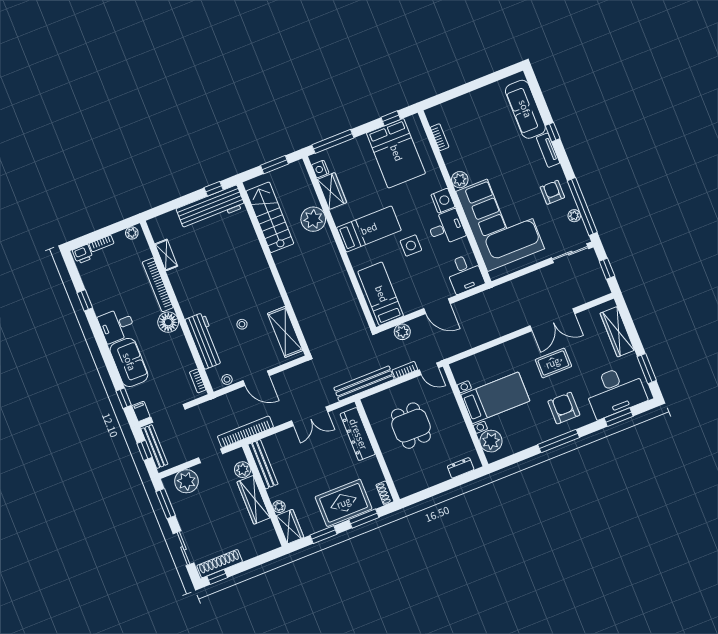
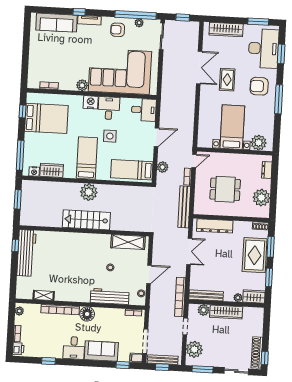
stairs: (270, 217) -> (86, 220), moved
plant: (313, 219) -> (89, 192), moved
plant: (422, 477) -> (261, 198), added

